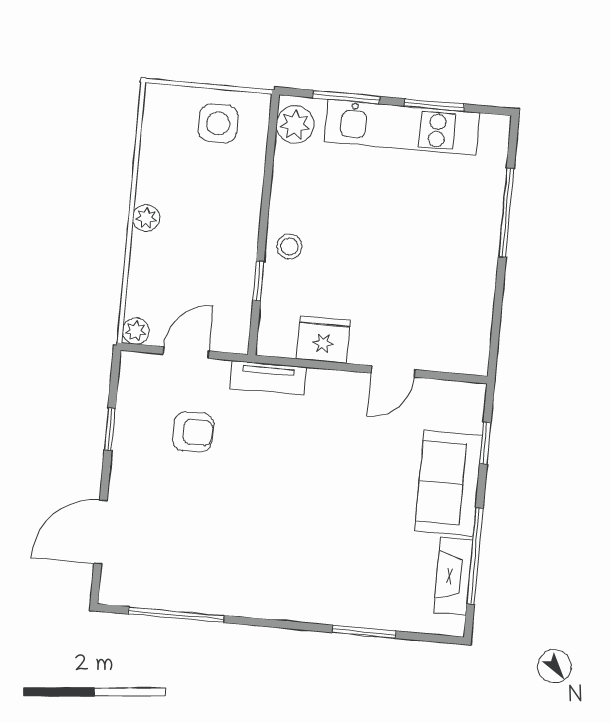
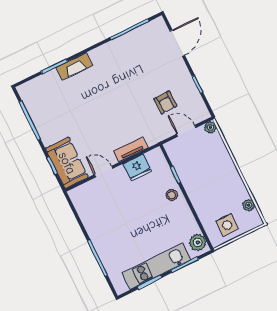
plant: (146, 218) -> (249, 205), moved
door: (186, 353) -> (186, 131), swing flipped
door: (393, 371) -> (104, 172), hinge flipped
tv unit: (268, 378) -> (131, 149), moved
armchair: (193, 432) -> (165, 102), turned -91
sofa: (449, 483) -> (67, 163), moved
fireplace: (453, 576) -> (74, 66), moved, turned 90

